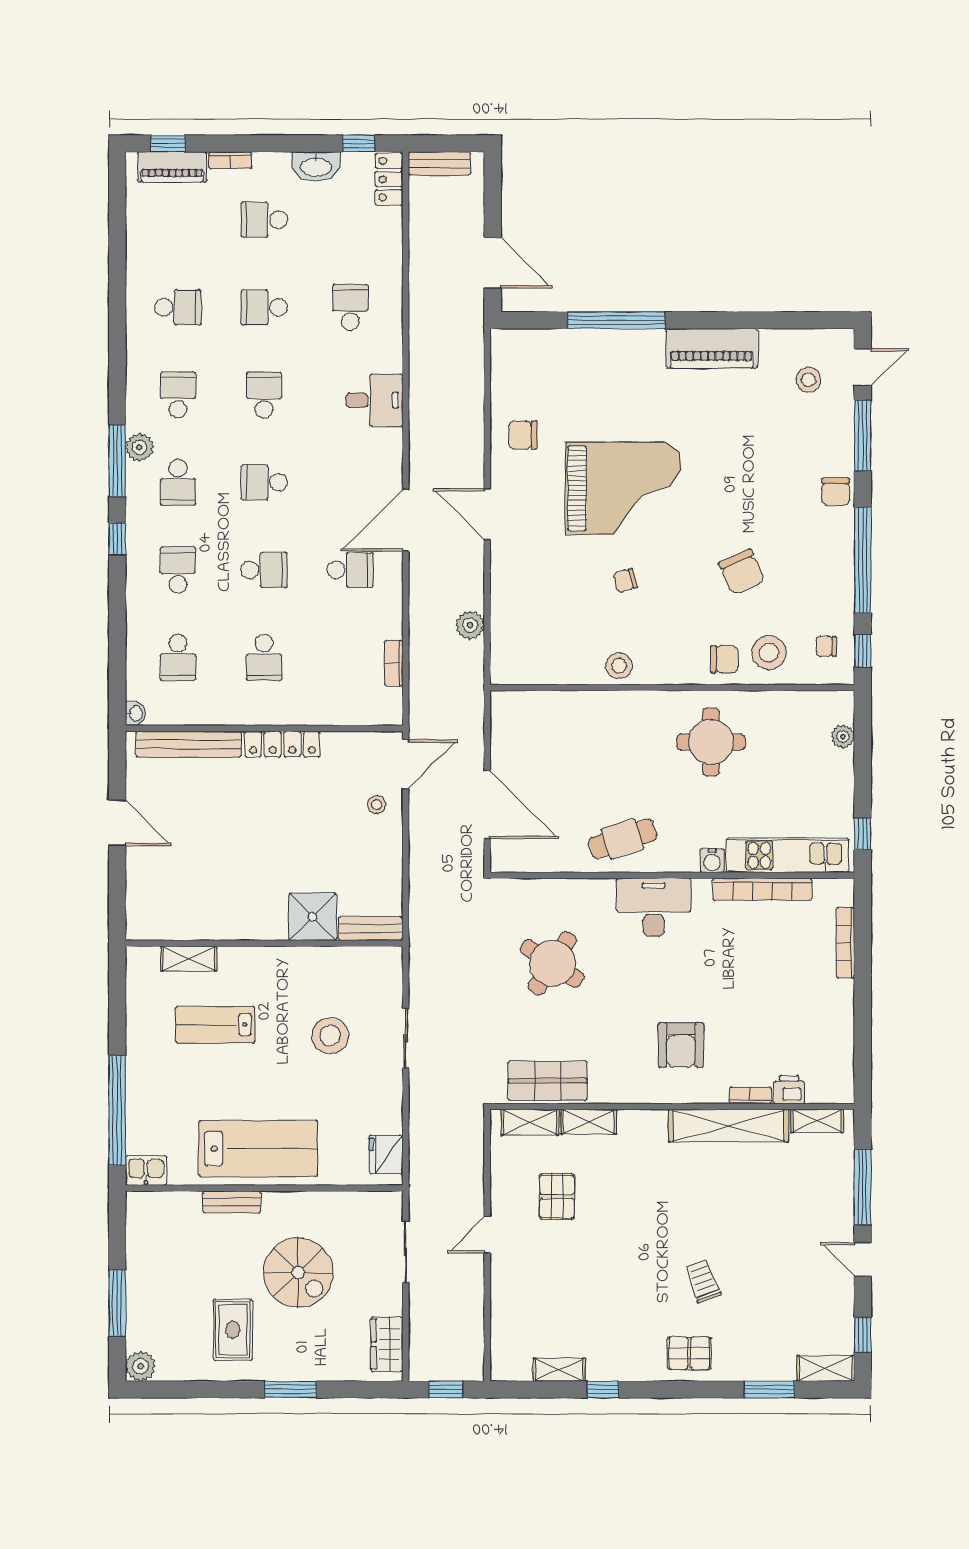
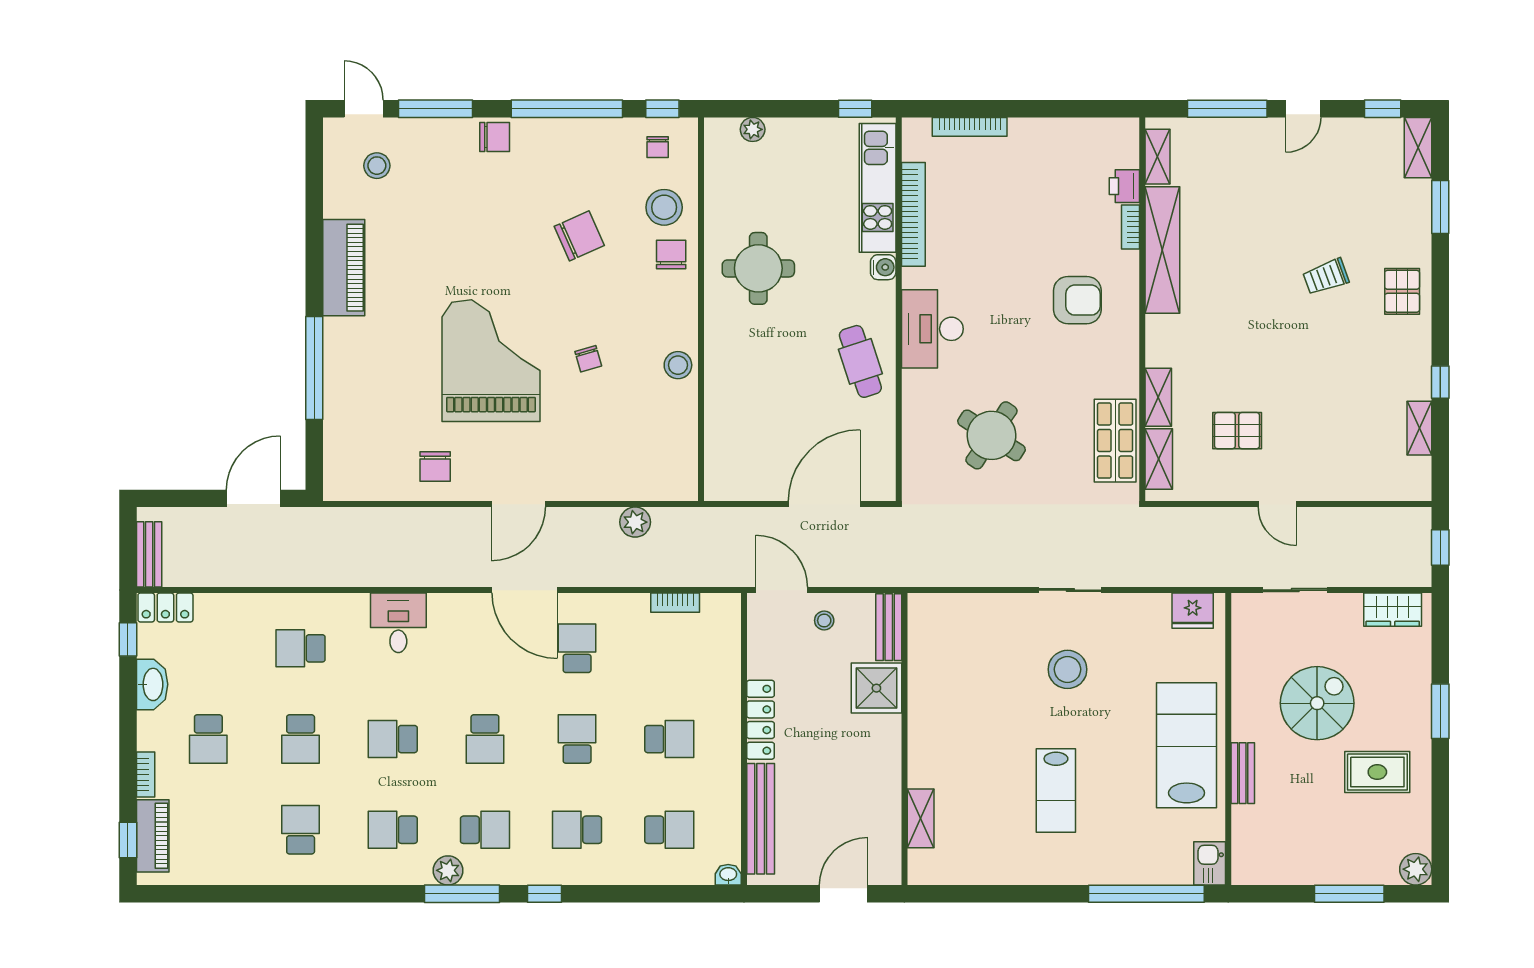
shower: (312, 917) -> (876, 688), moved
bench: (370, 928) -> (889, 627), moved
wall: (264, 943) -> (904, 739), moved
shelving: (189, 959) -> (921, 818), moved

